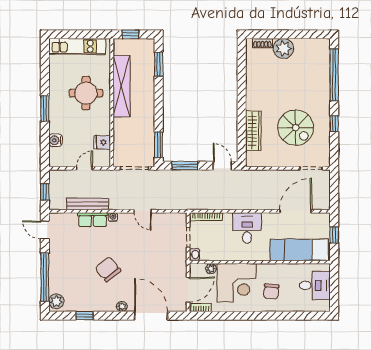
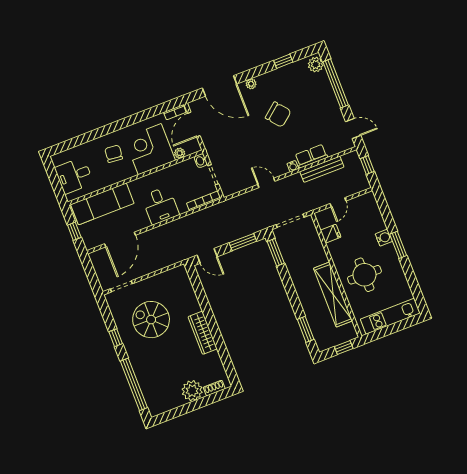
wardrobe: (253, 131) -> (203, 333), moved
water cooler: (55, 140) -> (384, 238), moved

